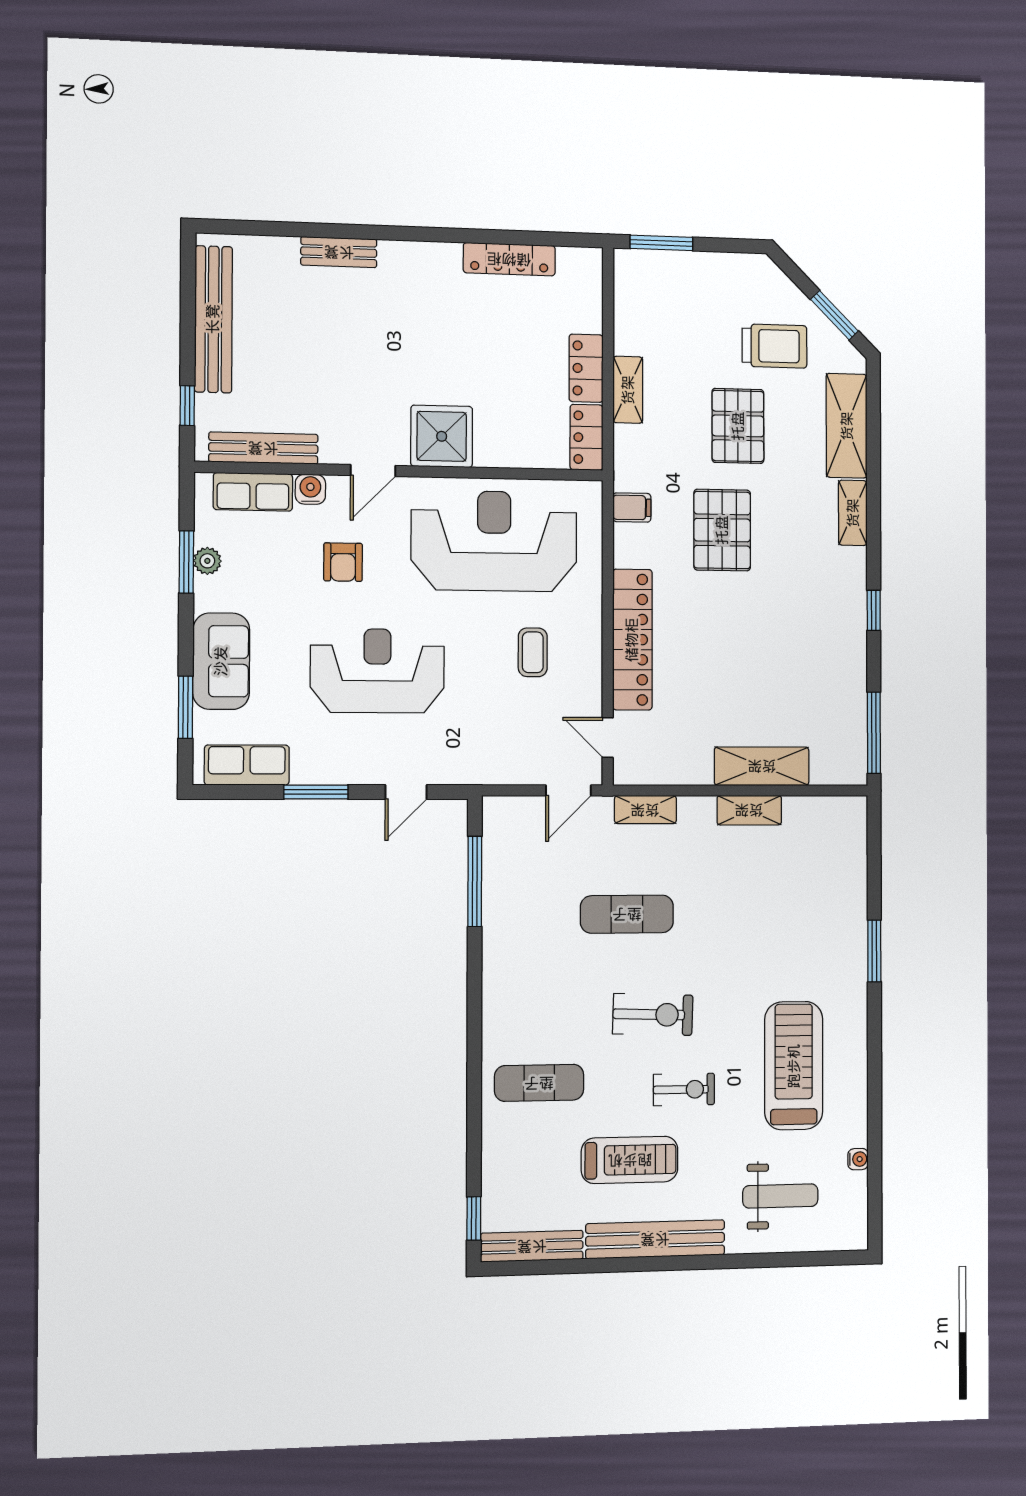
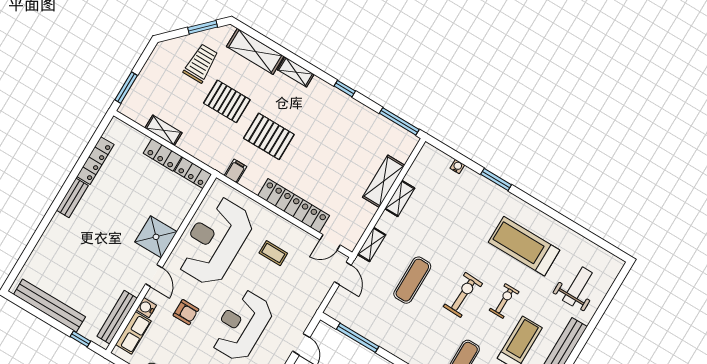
bench: (339, 252) -> (72, 198), moved
shelving: (628, 390) -> (164, 130), moved
water cooler: (858, 1159) -> (457, 167), moved

